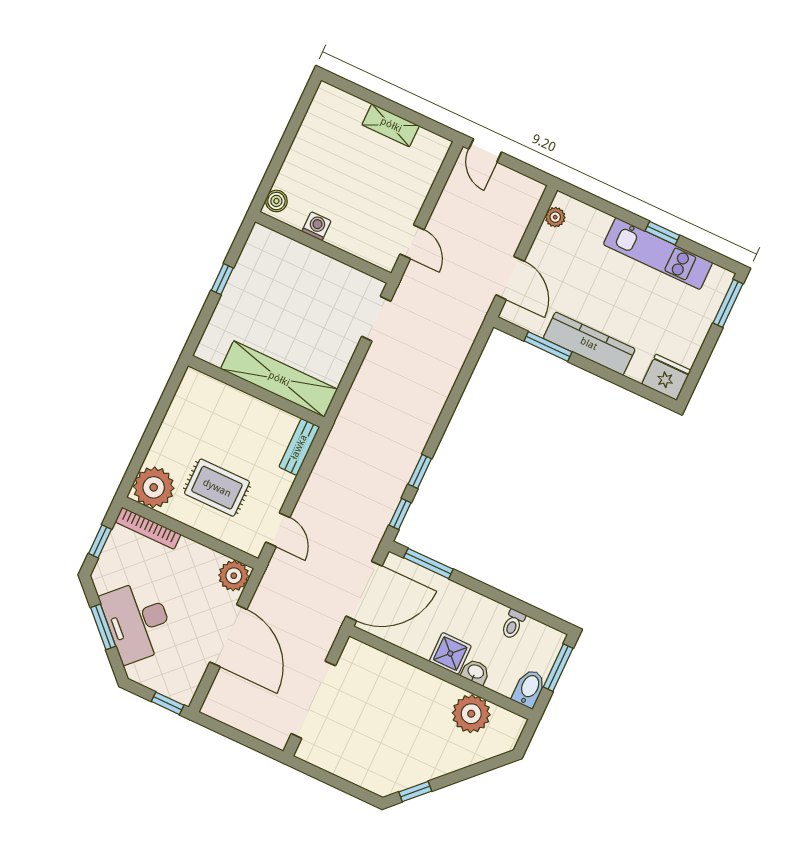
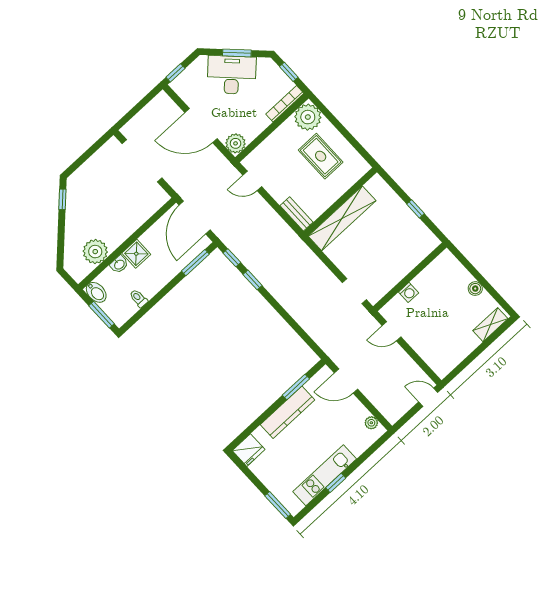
shelving: (391, 125) -> (490, 325), moved
boiler: (276, 201) -> (475, 289), moved
washing machine: (317, 226) -> (409, 292), moved
rug: (217, 488) -> (321, 156), moved, turned 90

